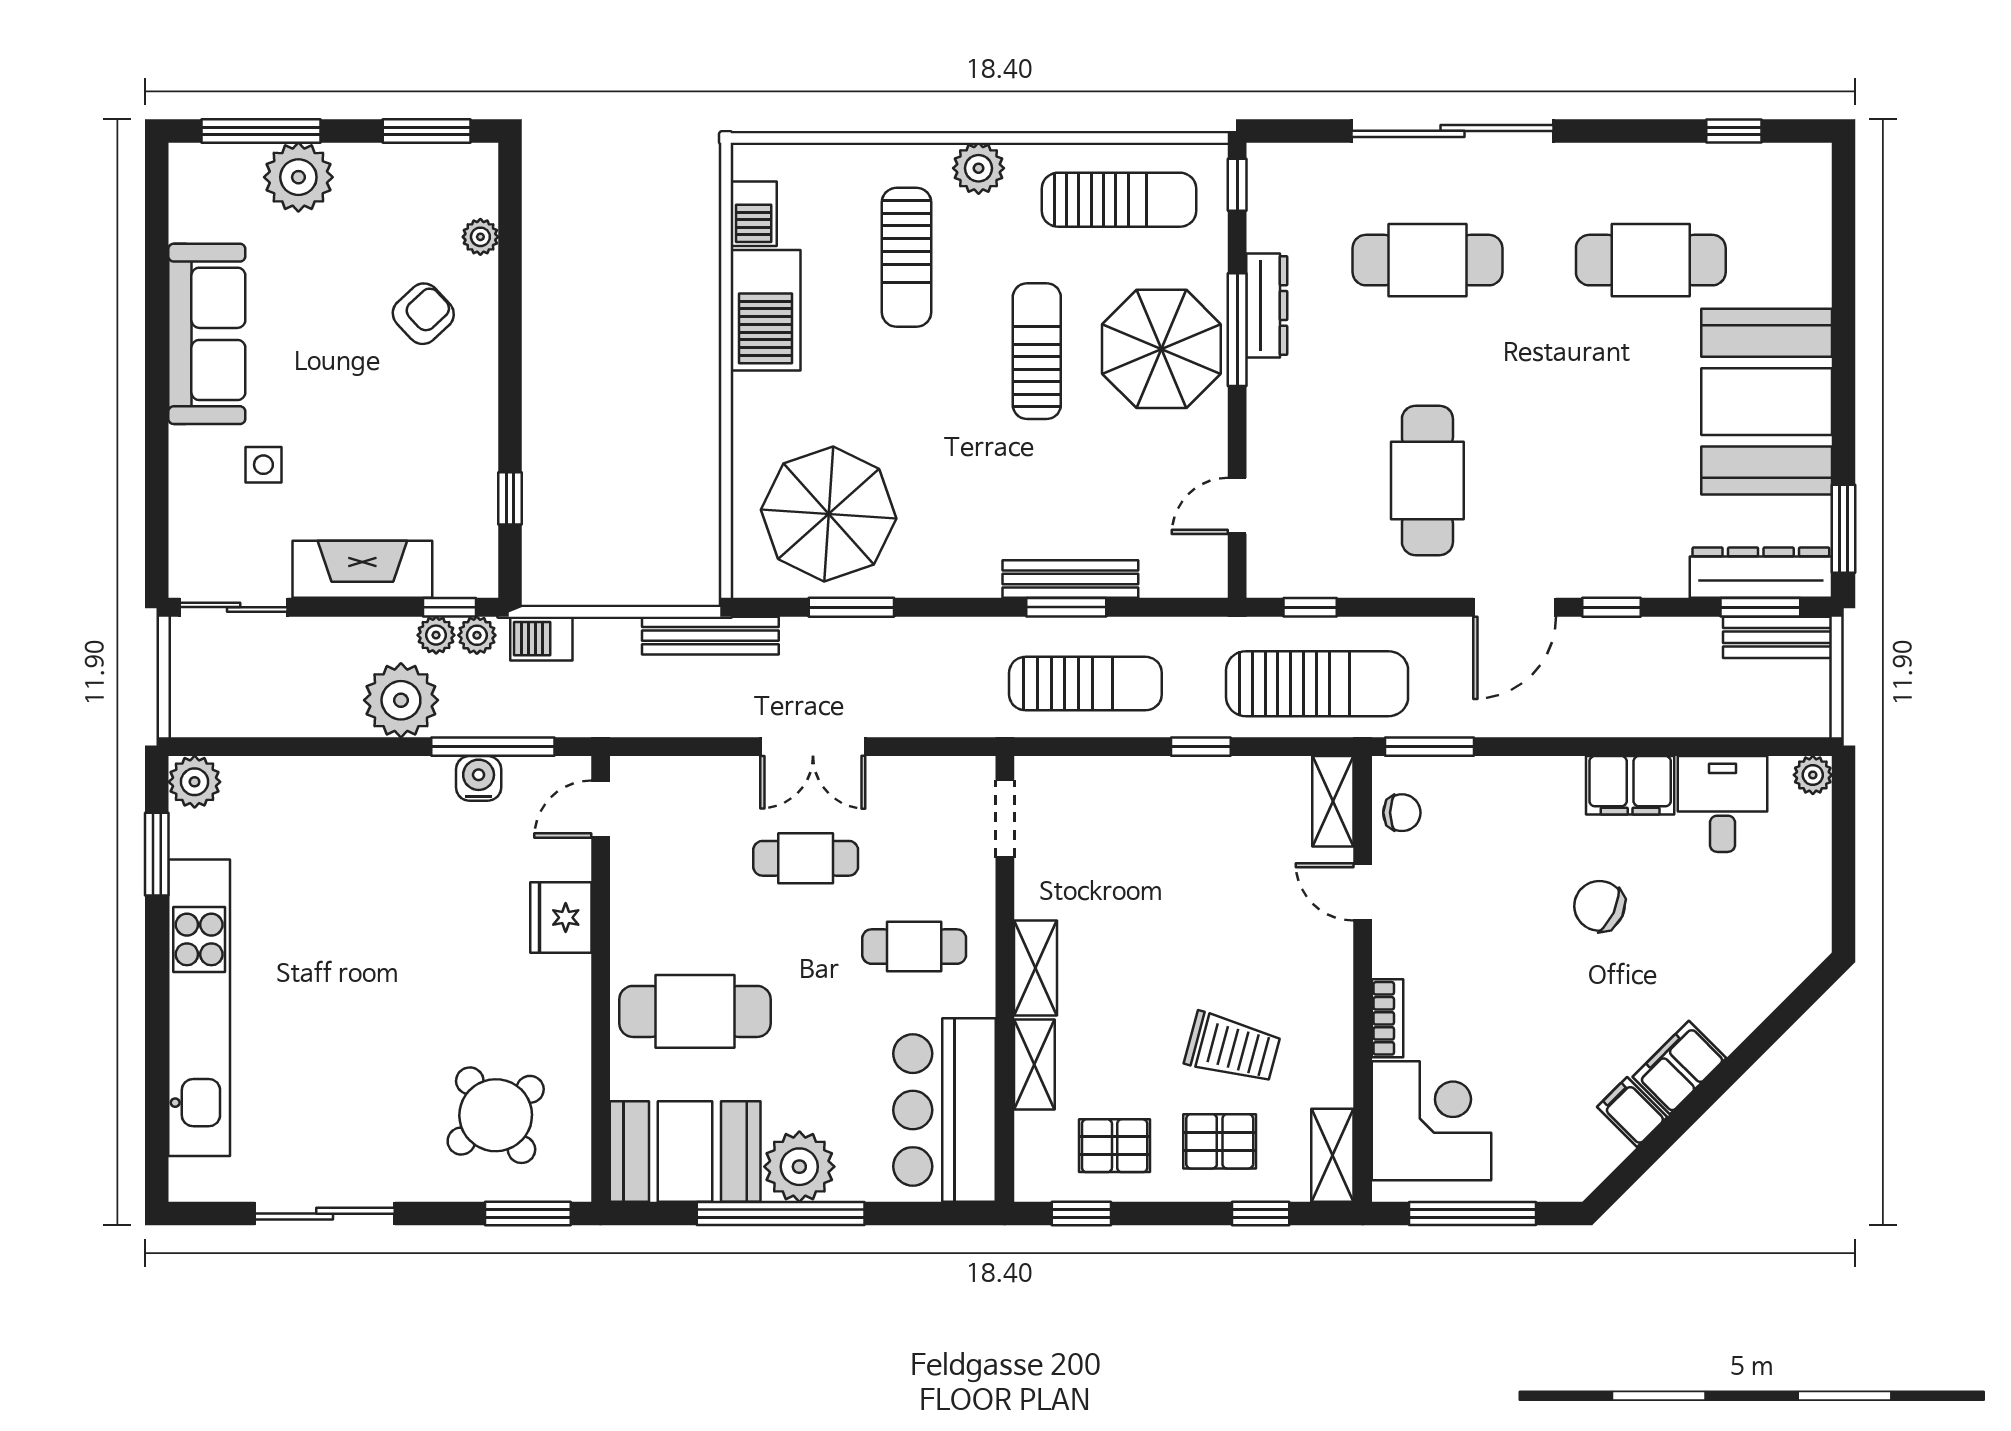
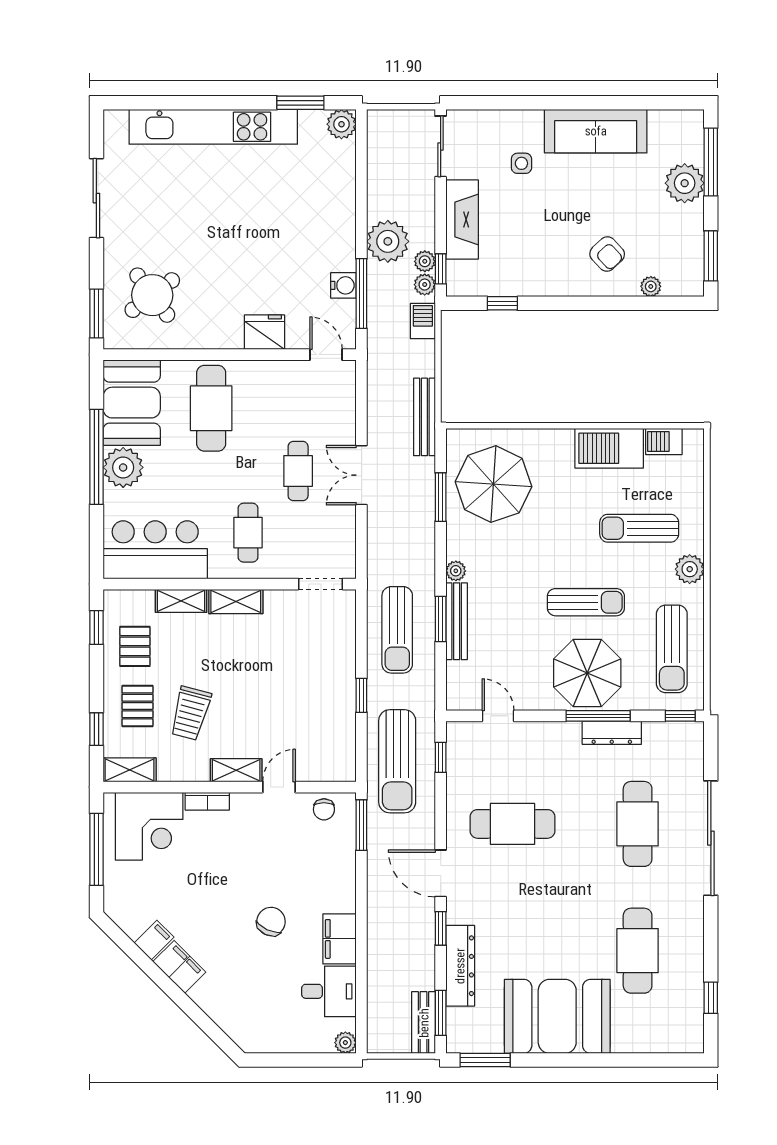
dresser: (1761, 573) -> (460, 966), moved
plant: (981, 580) -> (456, 571), added
shelving: (1333, 801) -> (236, 770), moved

